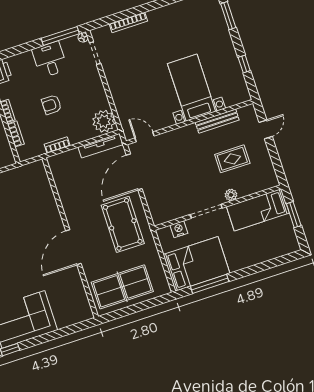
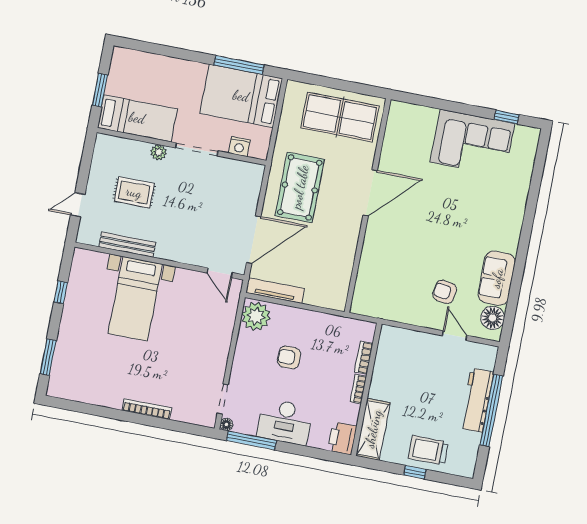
bookcase: (128, 22) -> (147, 409), moved
desk: (50, 59) -> (285, 422), width x1.37
armchair: (52, 105) -> (289, 357), moved, turned 180
bookcase: (57, 145) -> (324, 319), removed

